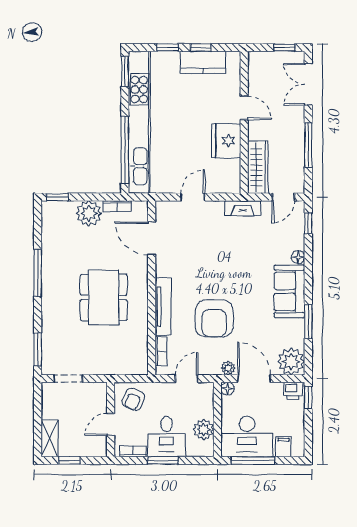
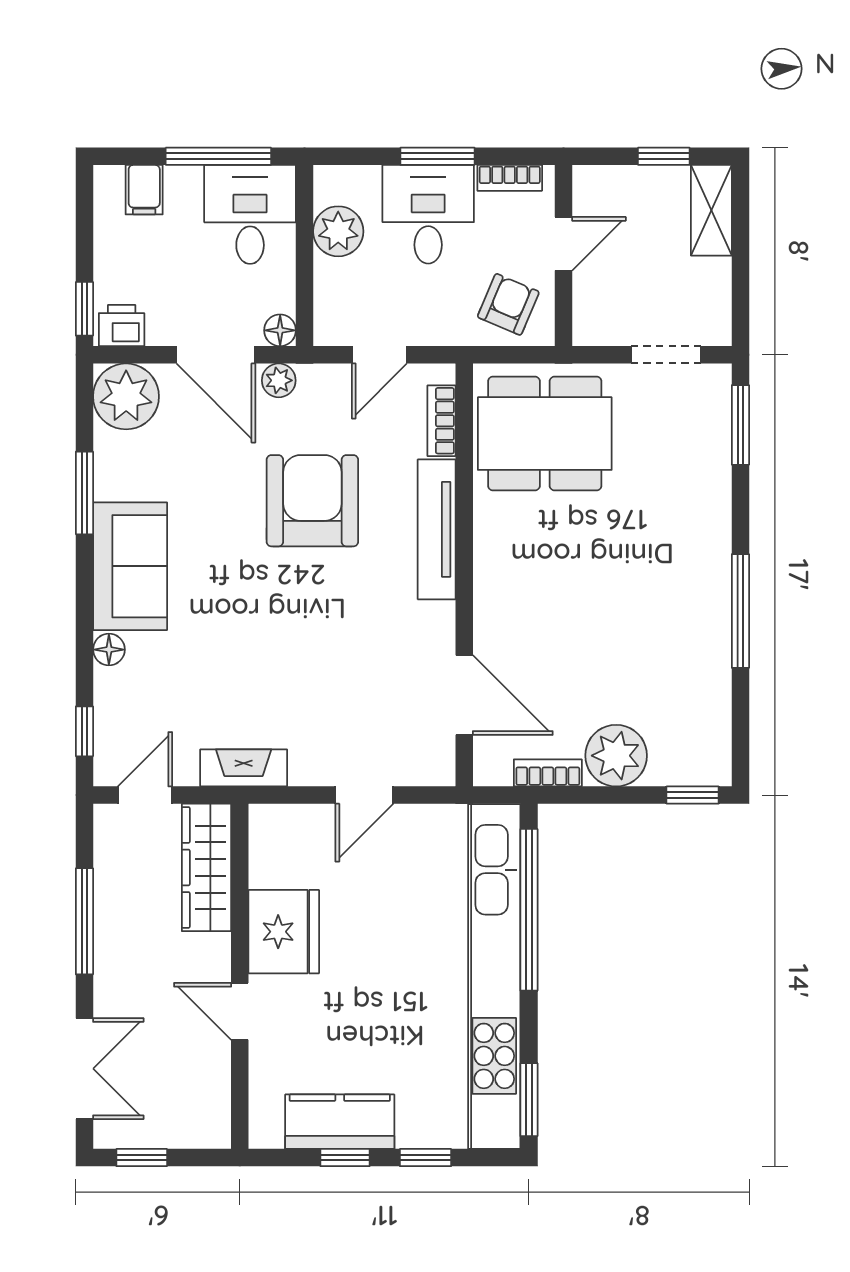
dining table: (104, 297) -> (545, 434), moved, turned 90
desk: (247, 437) -> (250, 214), width x0.73

